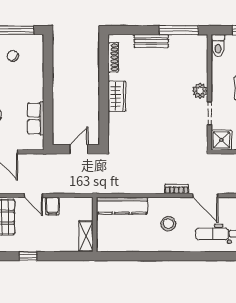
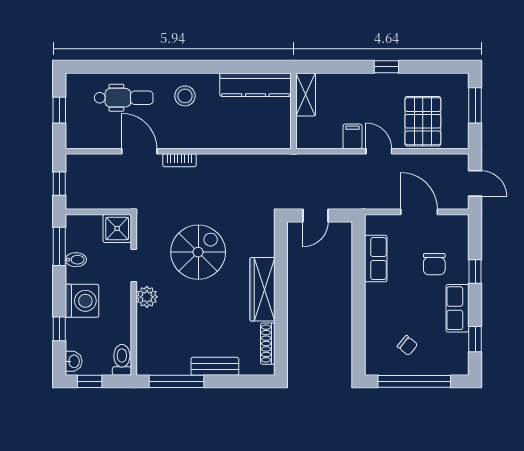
wardrobe: (117, 96) -> (262, 289), width x1.50
spiral stairs: (163, 123) -> (198, 252), added
kitchen counter: (122, 206) -> (255, 85), moved, turned 180
stool: (168, 224) -> (185, 96), moved

